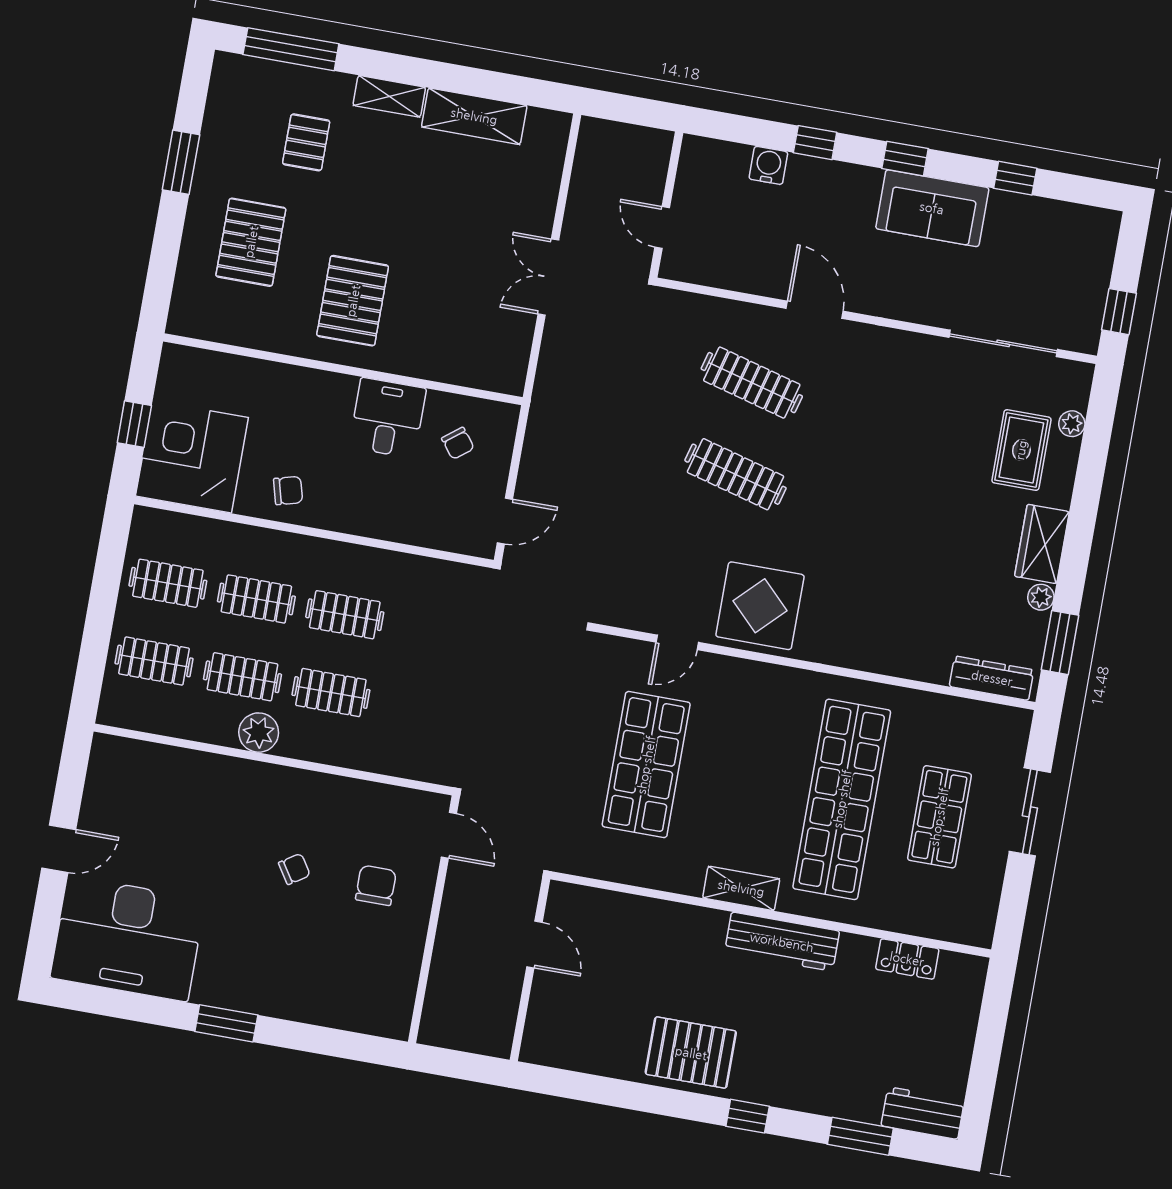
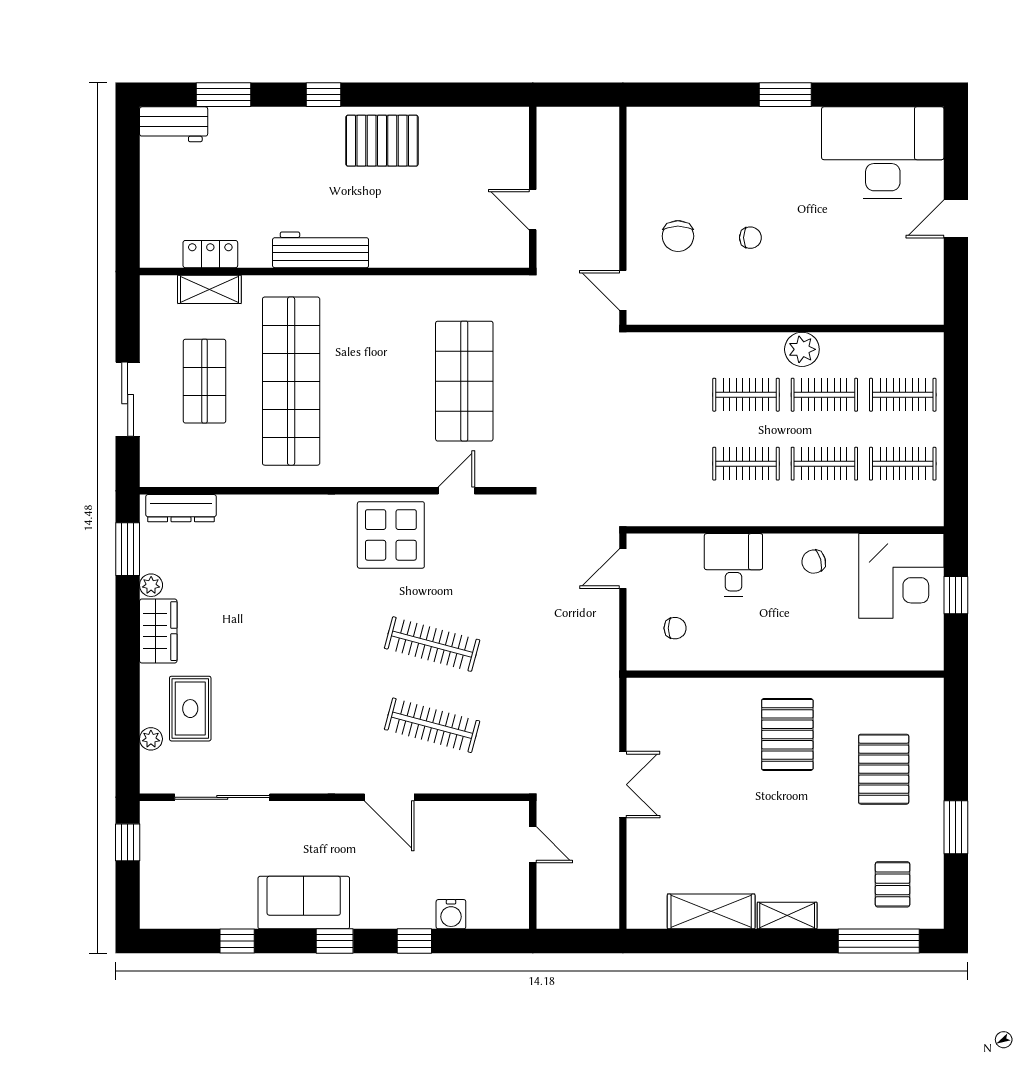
pallet: (306, 142) -> (893, 884), moved
desk: (388, 418) -> (733, 565), moved, turned 180
chair: (458, 443) -> (675, 628), turned 128
chair: (294, 869) -> (750, 238), turned -147
shelving: (741, 888) -> (209, 289), moved

